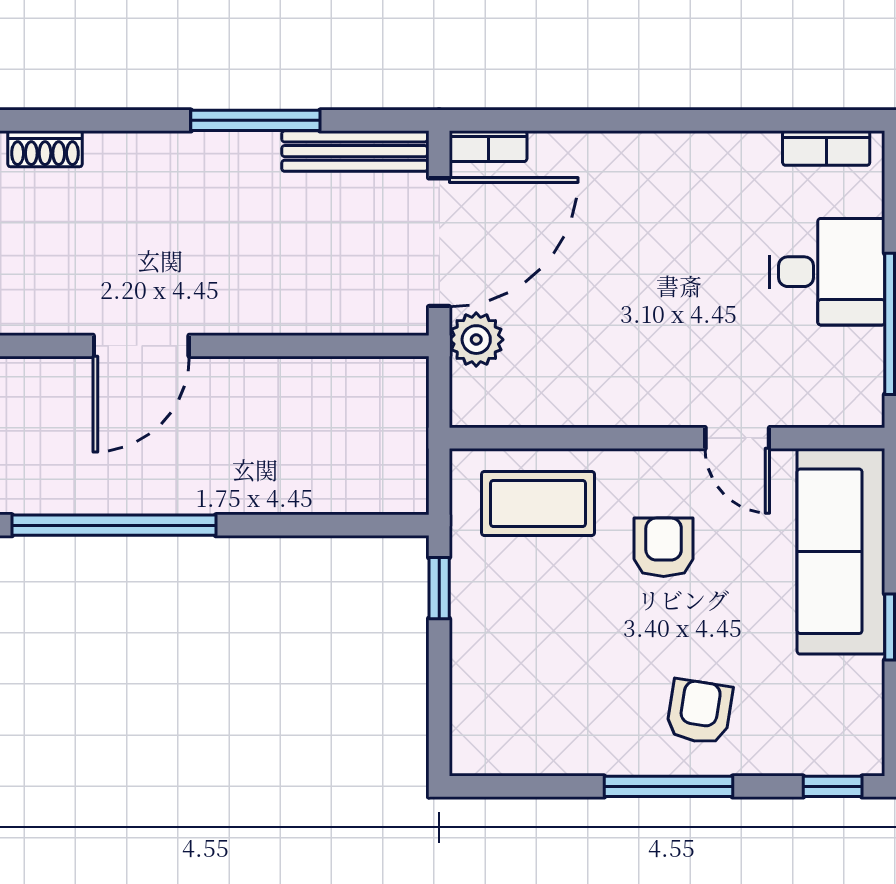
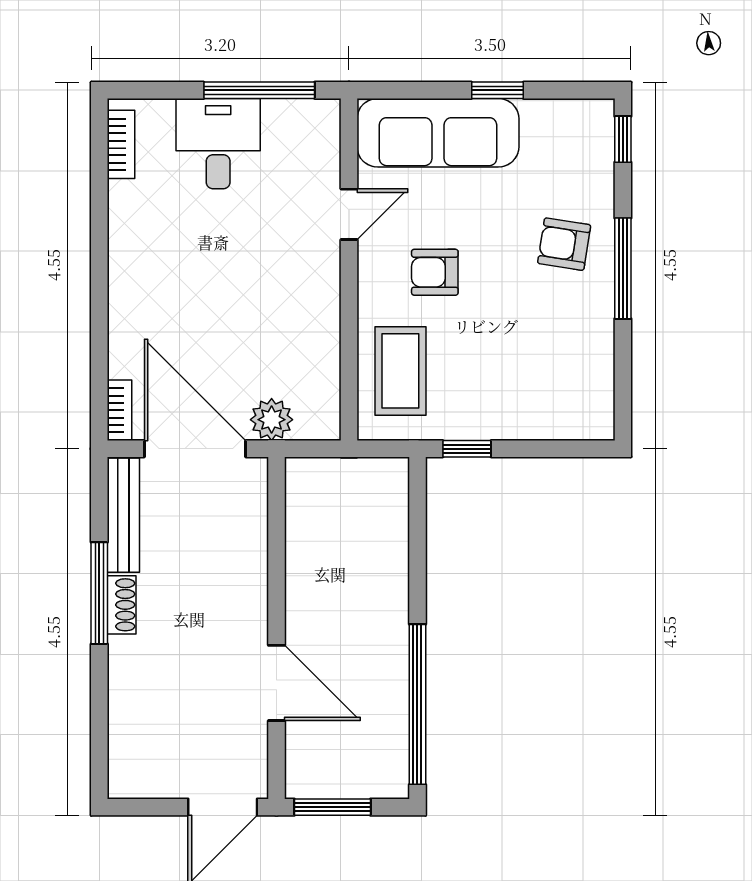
shoe rack: (45, 149) -> (122, 605), moved

